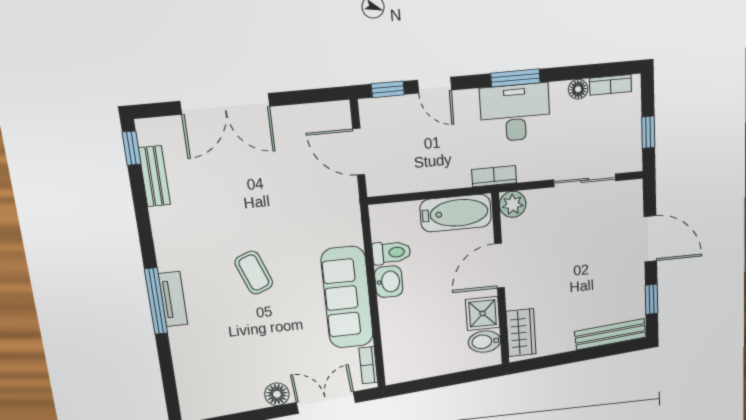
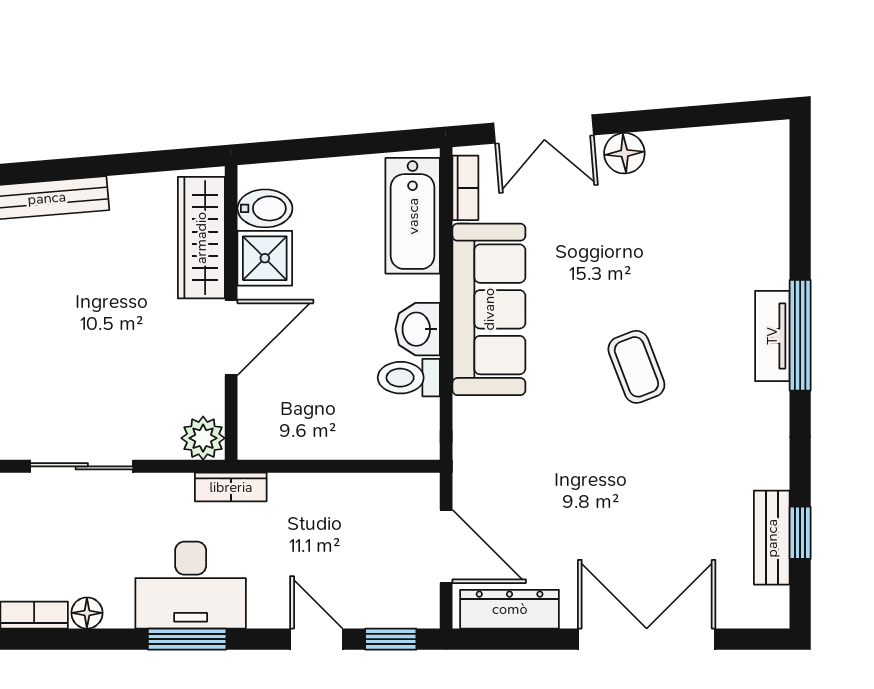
dresser: (315, 115) -> (510, 609), added
window: (132, 148) -> (800, 533), moved
bathtub: (456, 213) -> (413, 216), moved, turned -90
wardrobe: (521, 333) -> (201, 238), width x1.50

